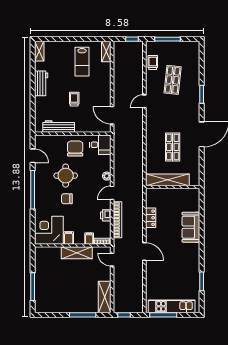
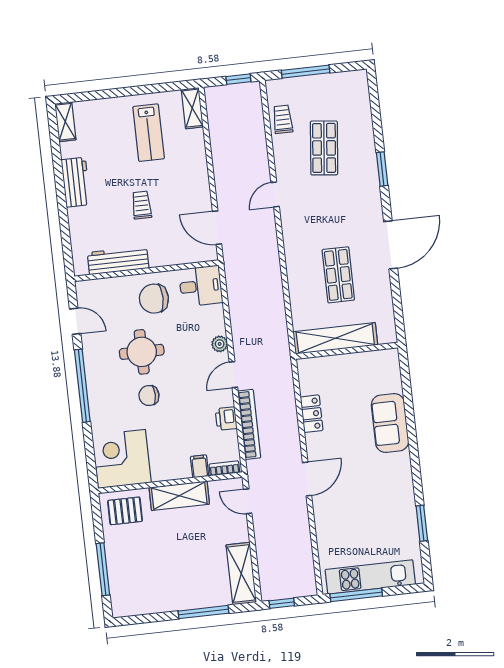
chair: (75, 149) -> (154, 299), turned -90
filing cabinet: (69, 238) -> (161, 469), removed
door: (144, 252) -> (307, 479), hinge flipped
pallet: (48, 258) -> (125, 511), added

